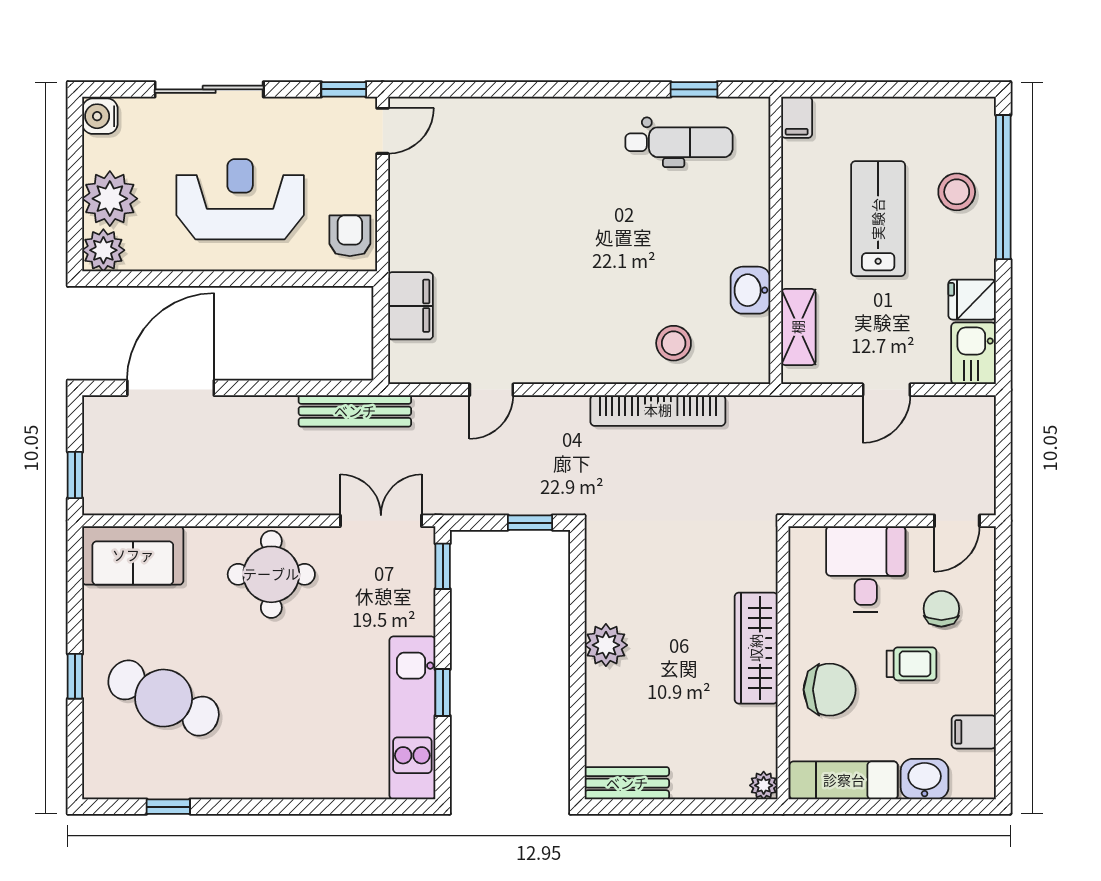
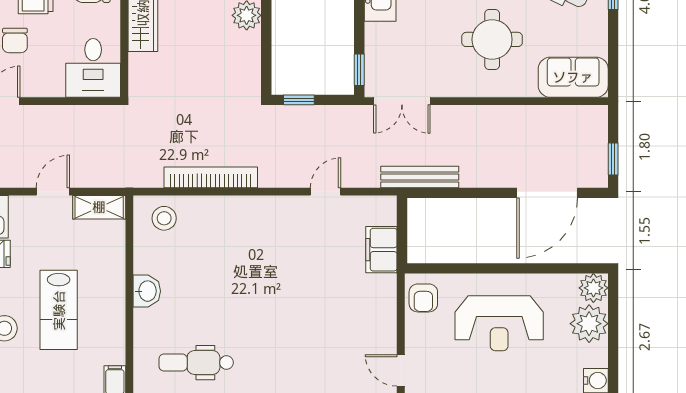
door: (383, 131) -> (401, 370), hinge flipped
washbasin: (750, 290) -> (147, 291), moved
shelving: (798, 327) -> (99, 207), moved, turned 90
stool: (674, 343) -> (164, 218), moved
window: (75, 475) -> (613, 159), moved
desk: (866, 569) -> (93, 68), moved
round table: (271, 574) -> (492, 39), moved

